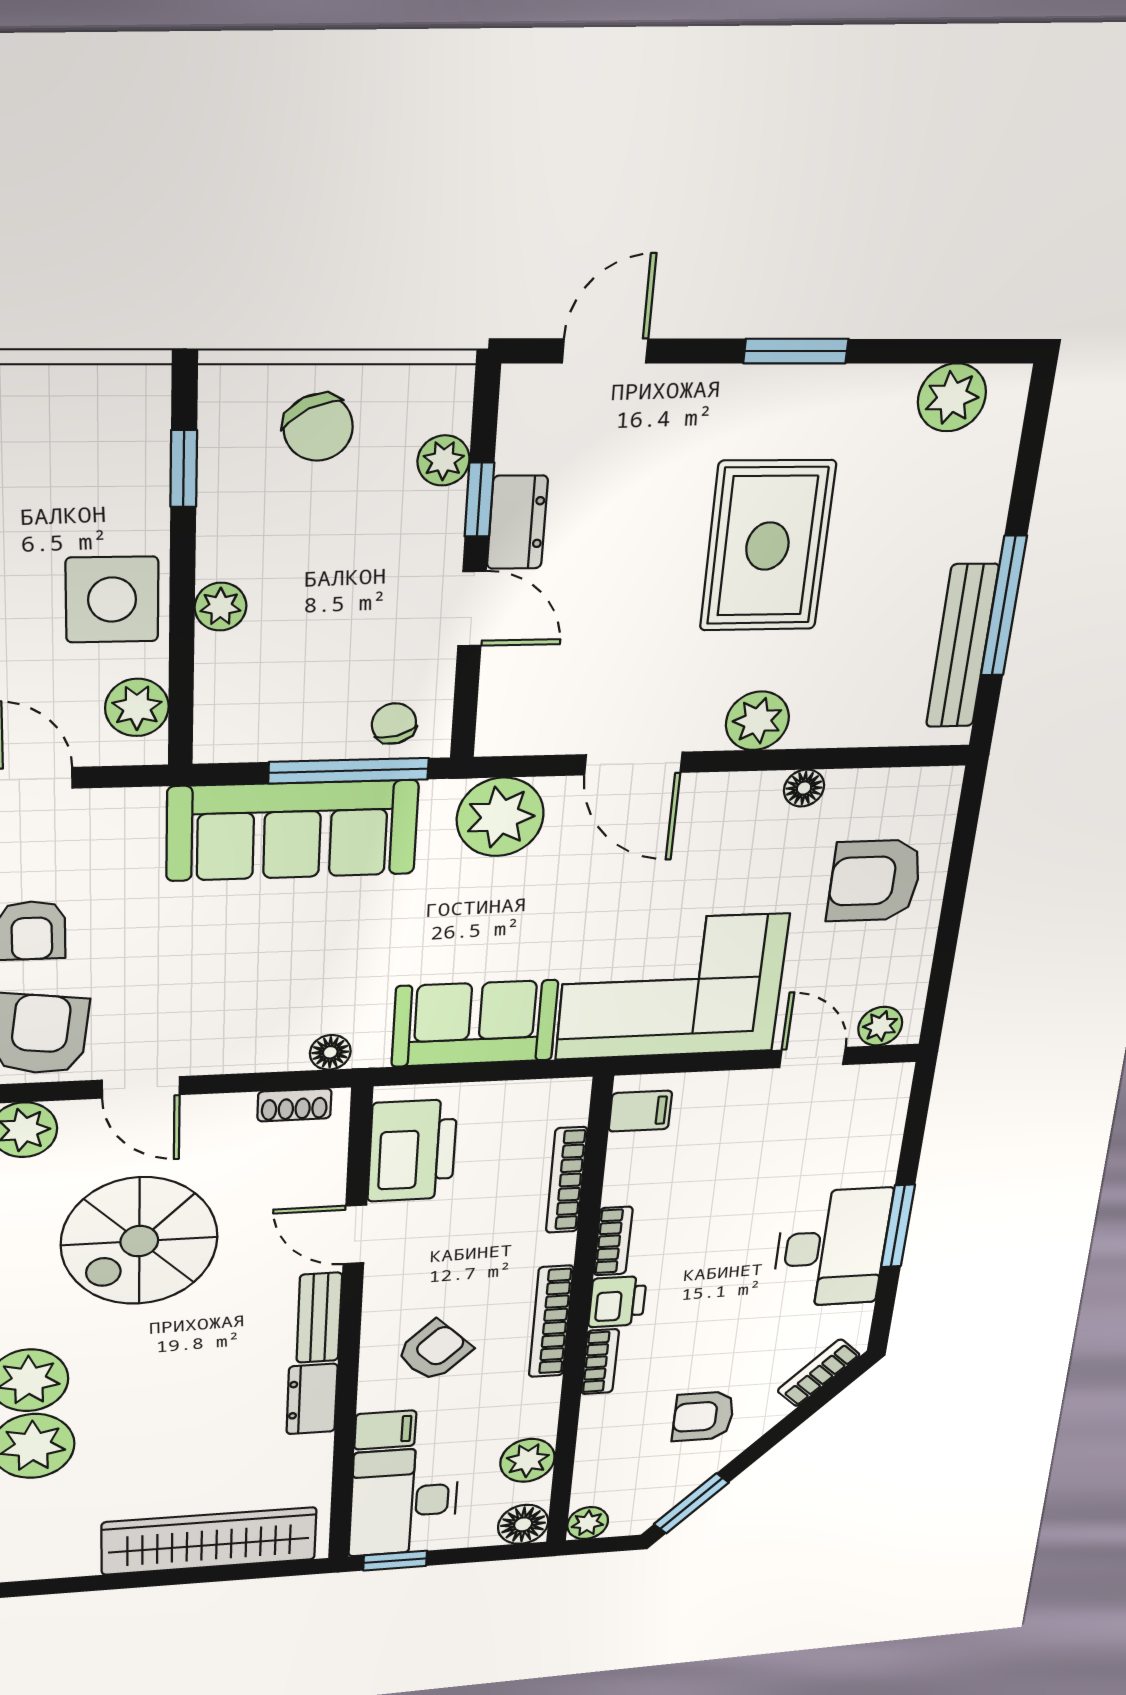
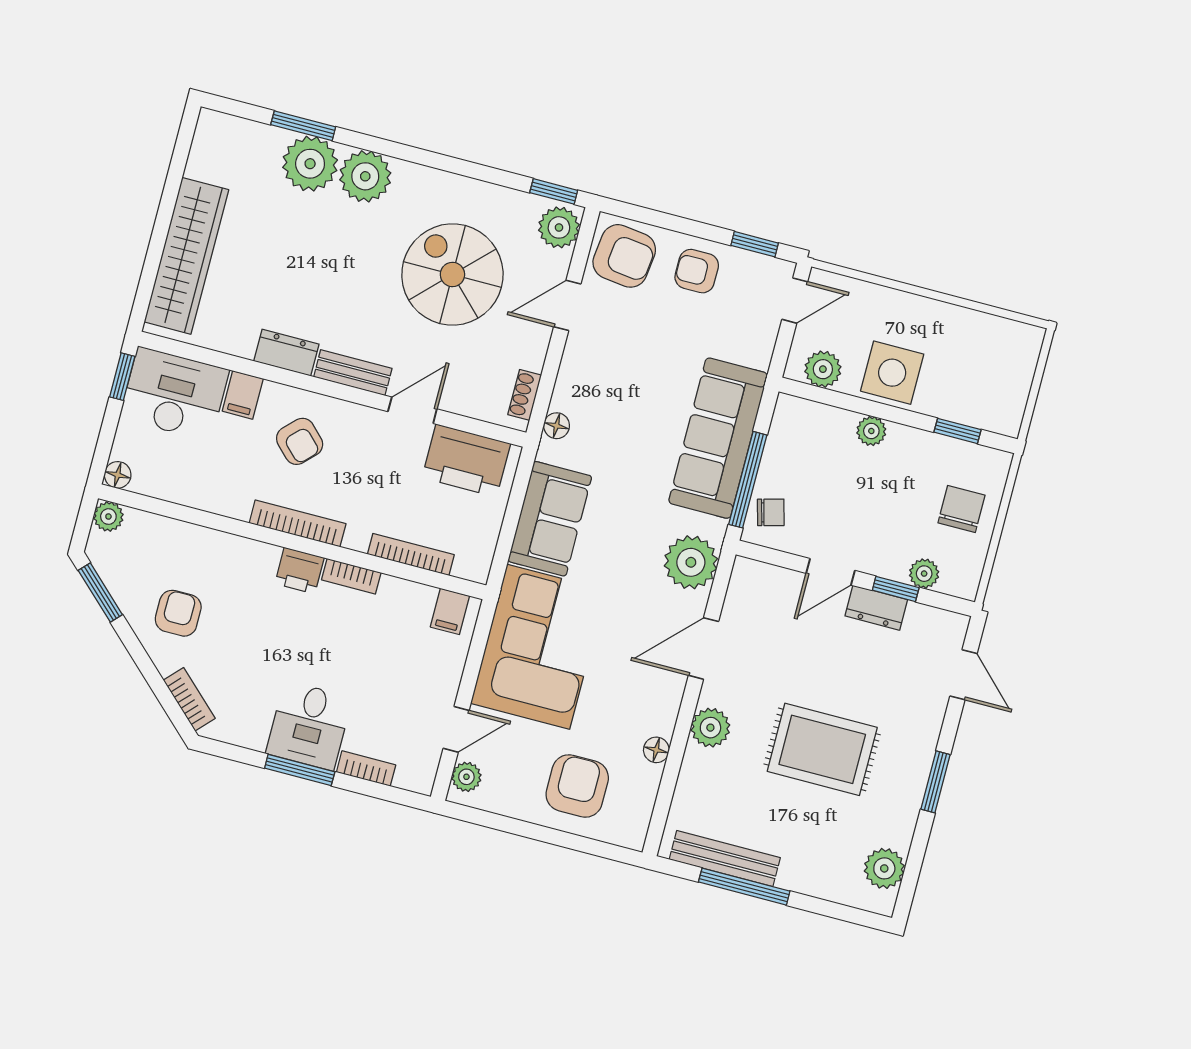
chair: (318, 427) -> (961, 509), turned 117
desk: (831, 1248) -> (309, 726), width x0.73
bookcase: (600, 1362) -> (366, 768), moved, turned 180
plant: (527, 1460) -> (181, 485), removed
floor lamp: (523, 1524) -> (118, 475), width x0.73, depth x0.73

